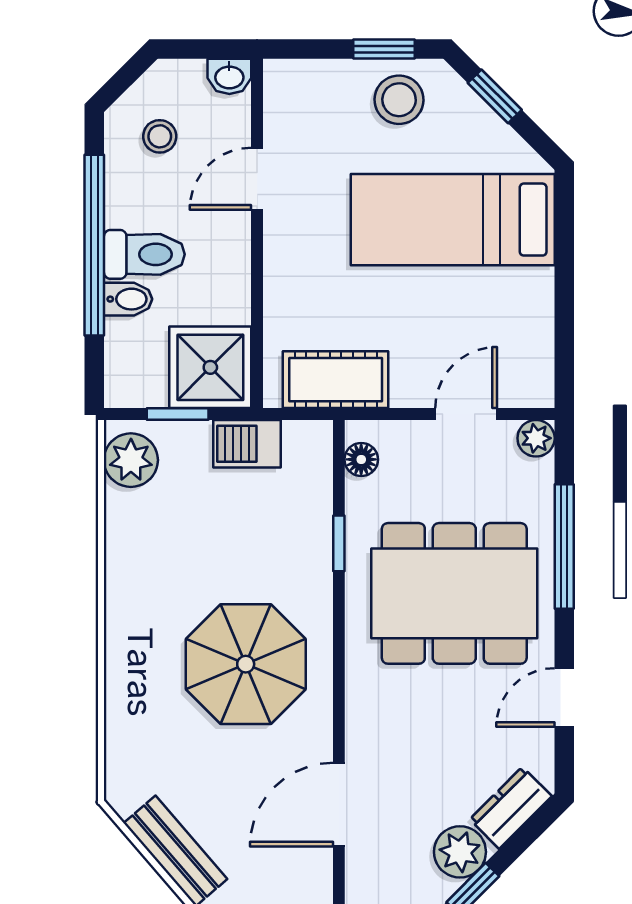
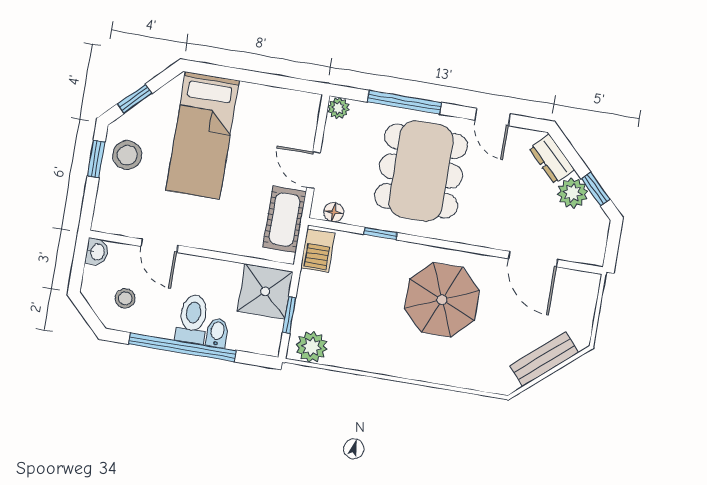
door: (466, 414) -> (313, 170), moved
barbecue: (247, 444) -> (318, 251), moved

